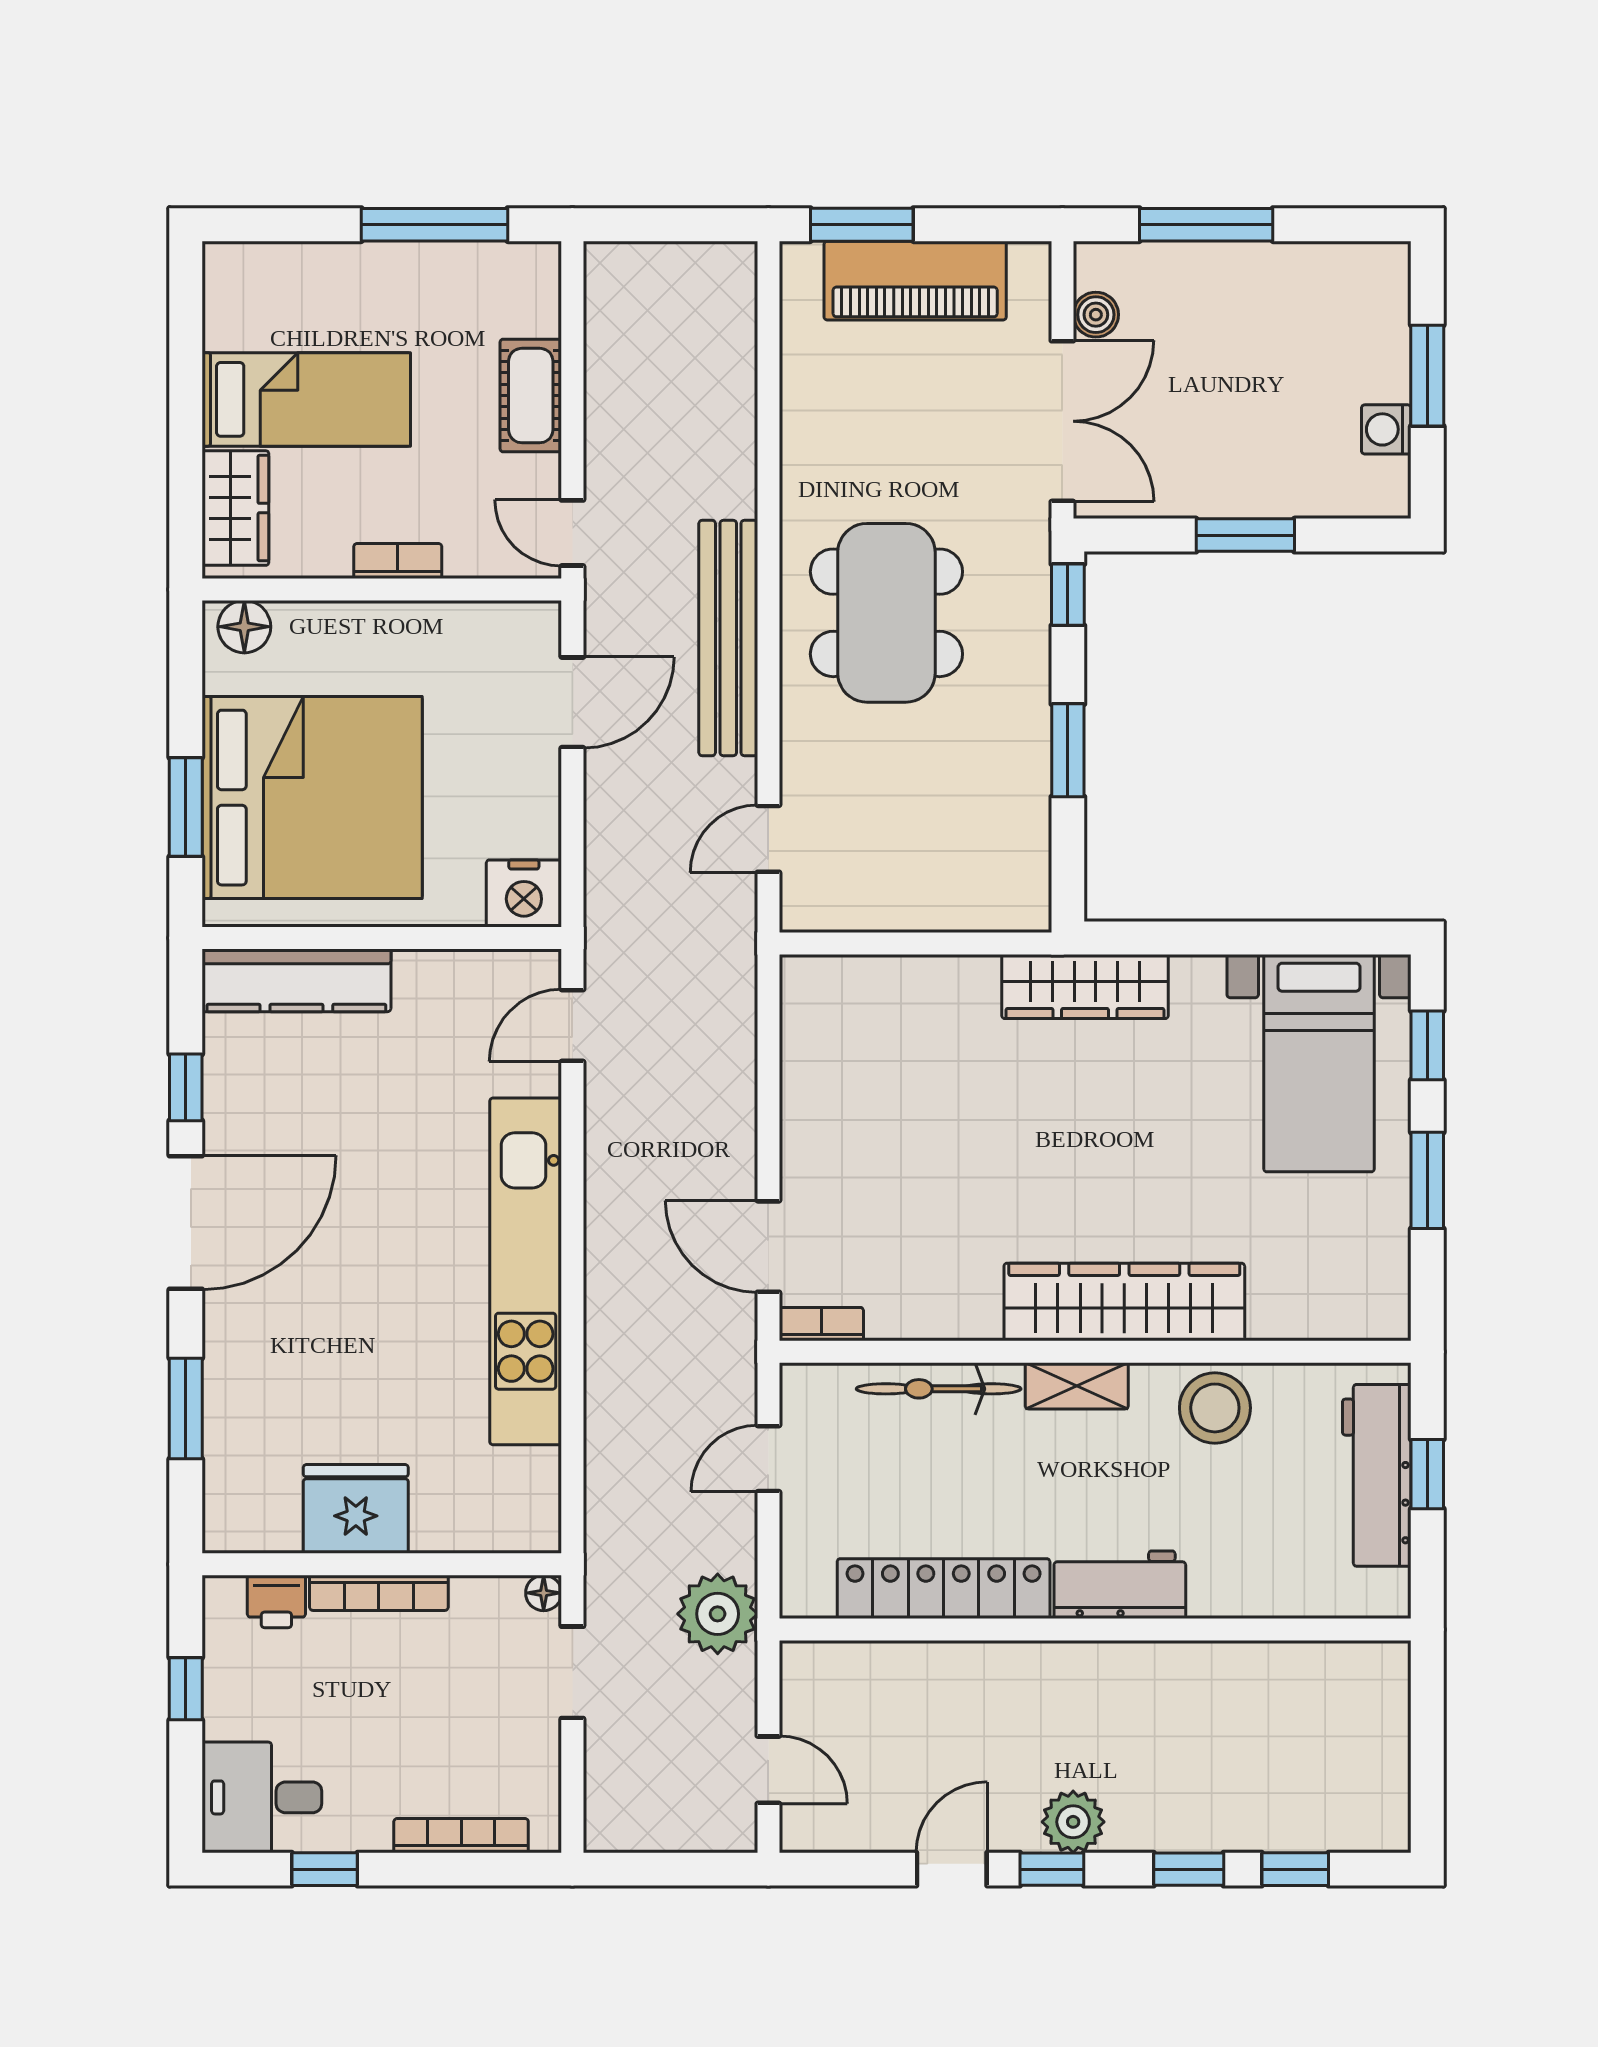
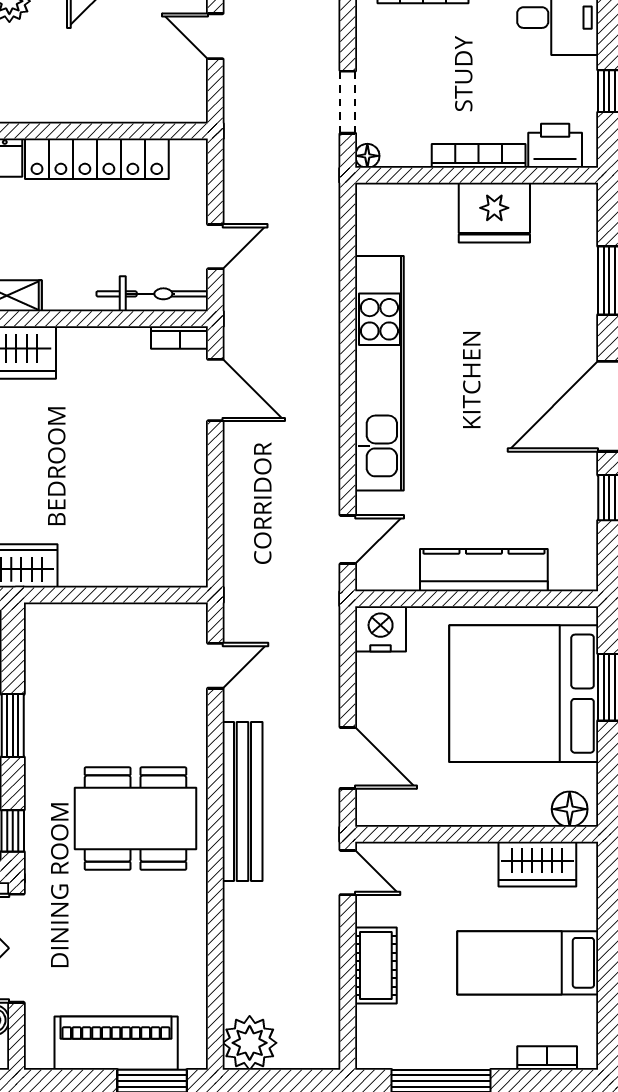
wardrobe: (235, 508) -> (537, 864), moved, turned -90
bookcase: (398, 561) -> (547, 1058), moved, turned 180
dining table: (886, 613) -> (135, 819), turned 90
door: (572, 702) -> (348, 758), swing flipped
kitchen counter: (296, 980) -> (484, 570), moved
bicycle: (939, 1389) -> (152, 294), moved
printer: (276, 1601) -> (555, 146), width x1.36, depth x1.24
plant: (718, 1614) -> (250, 1043), moved

